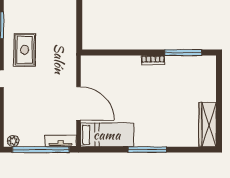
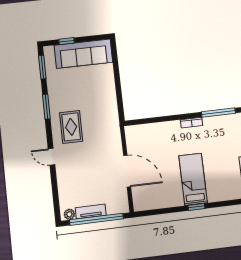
bed: (107, 135) -> (193, 179), moved, turned -90
tv unit: (61, 141) -> (91, 211), moved
window: (147, 150) -> (196, 207), width x0.46

